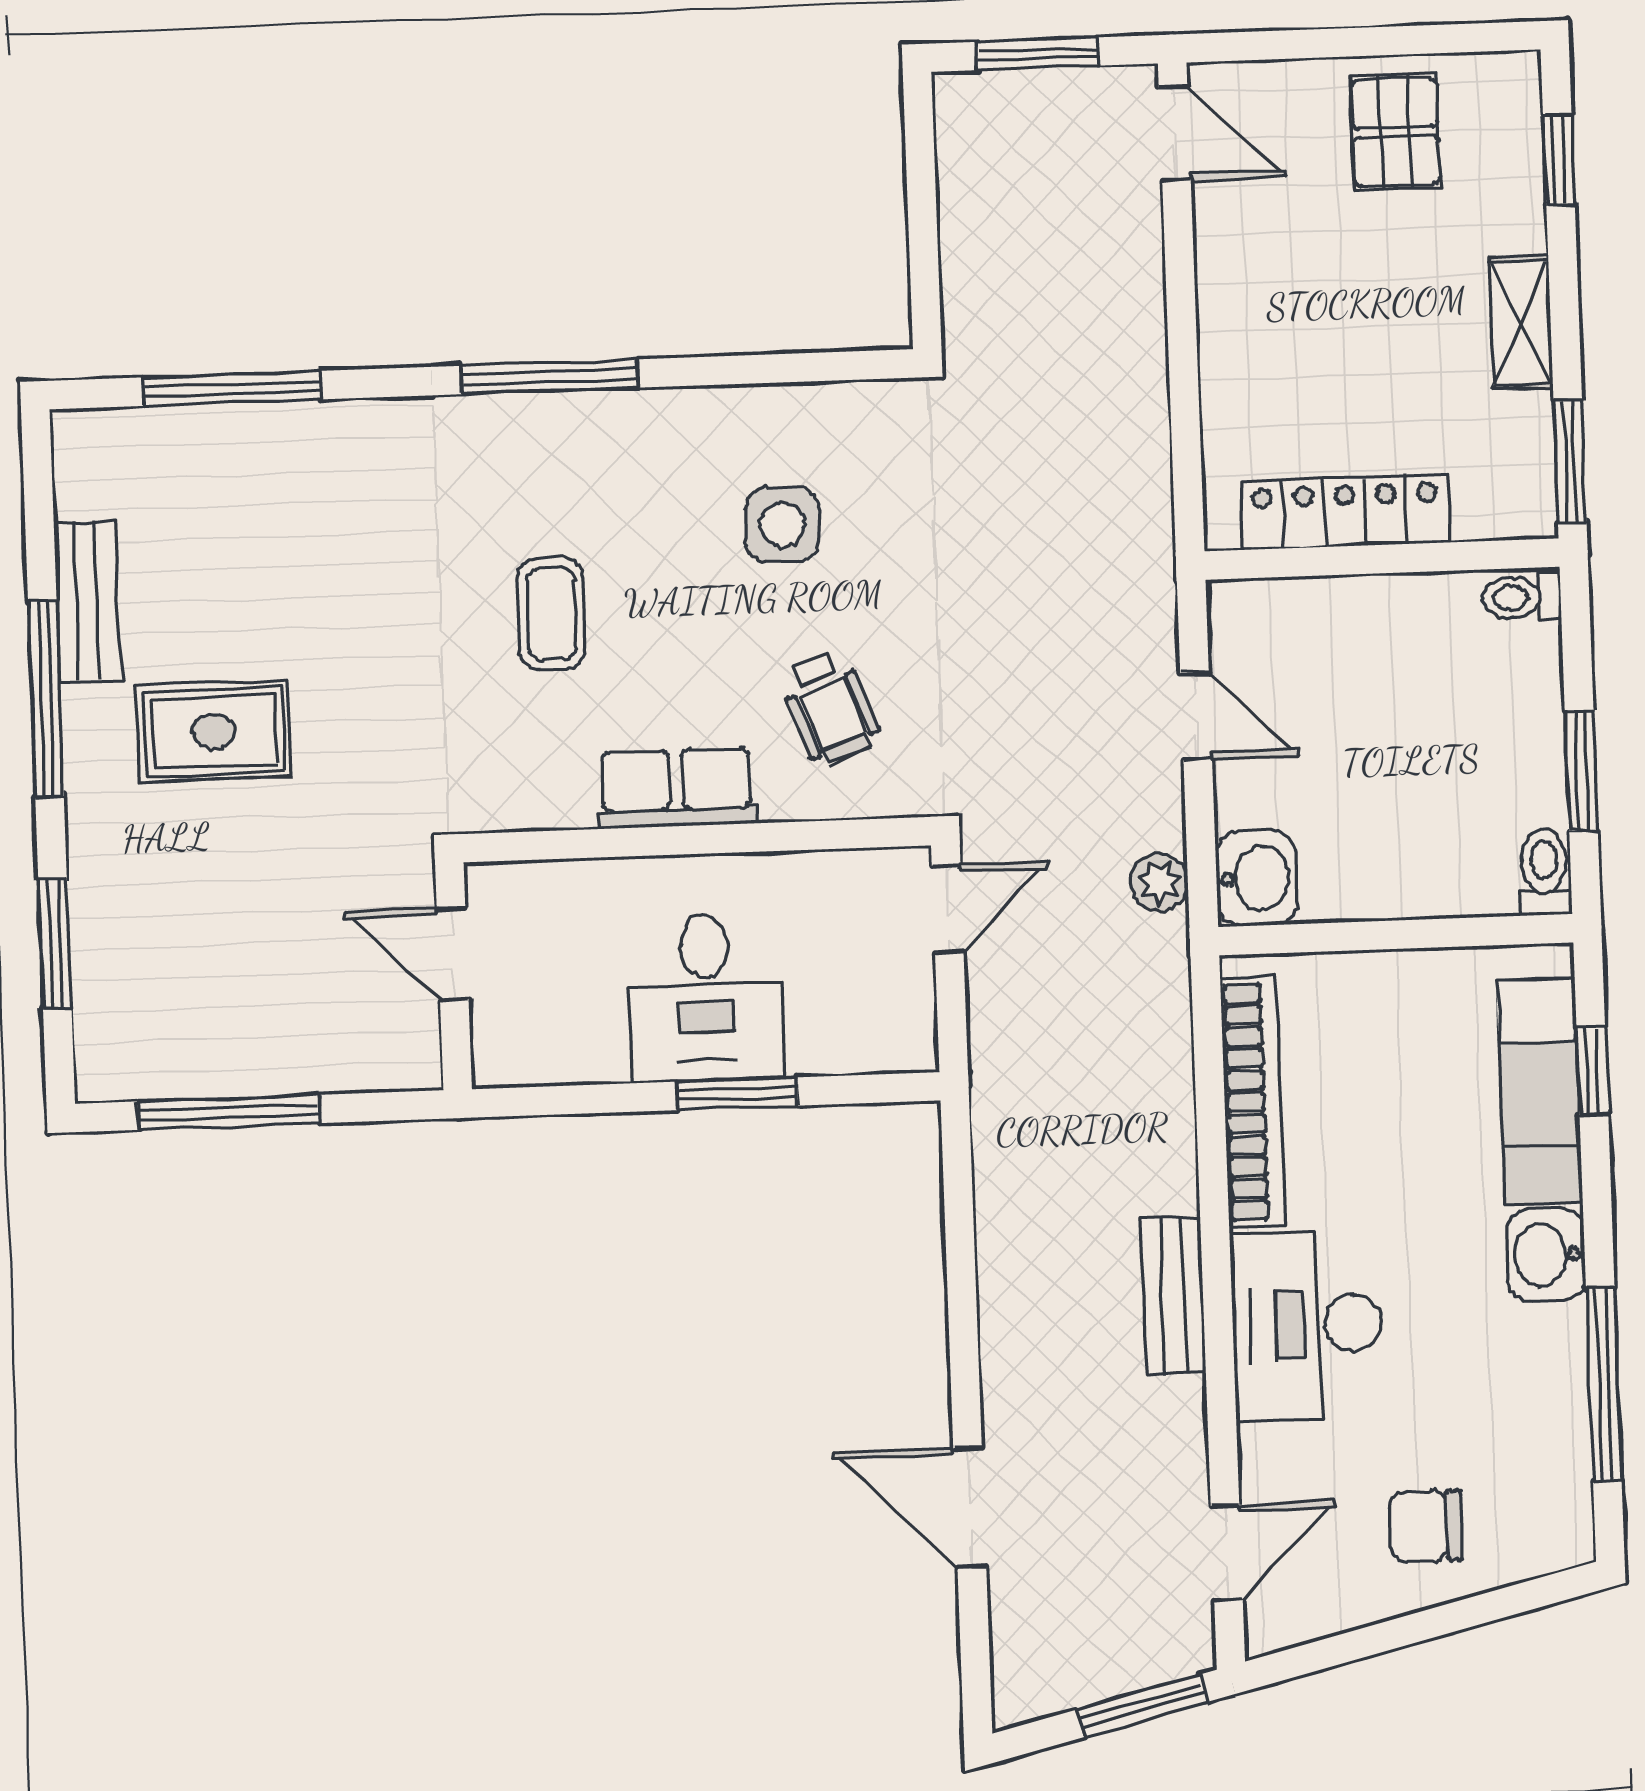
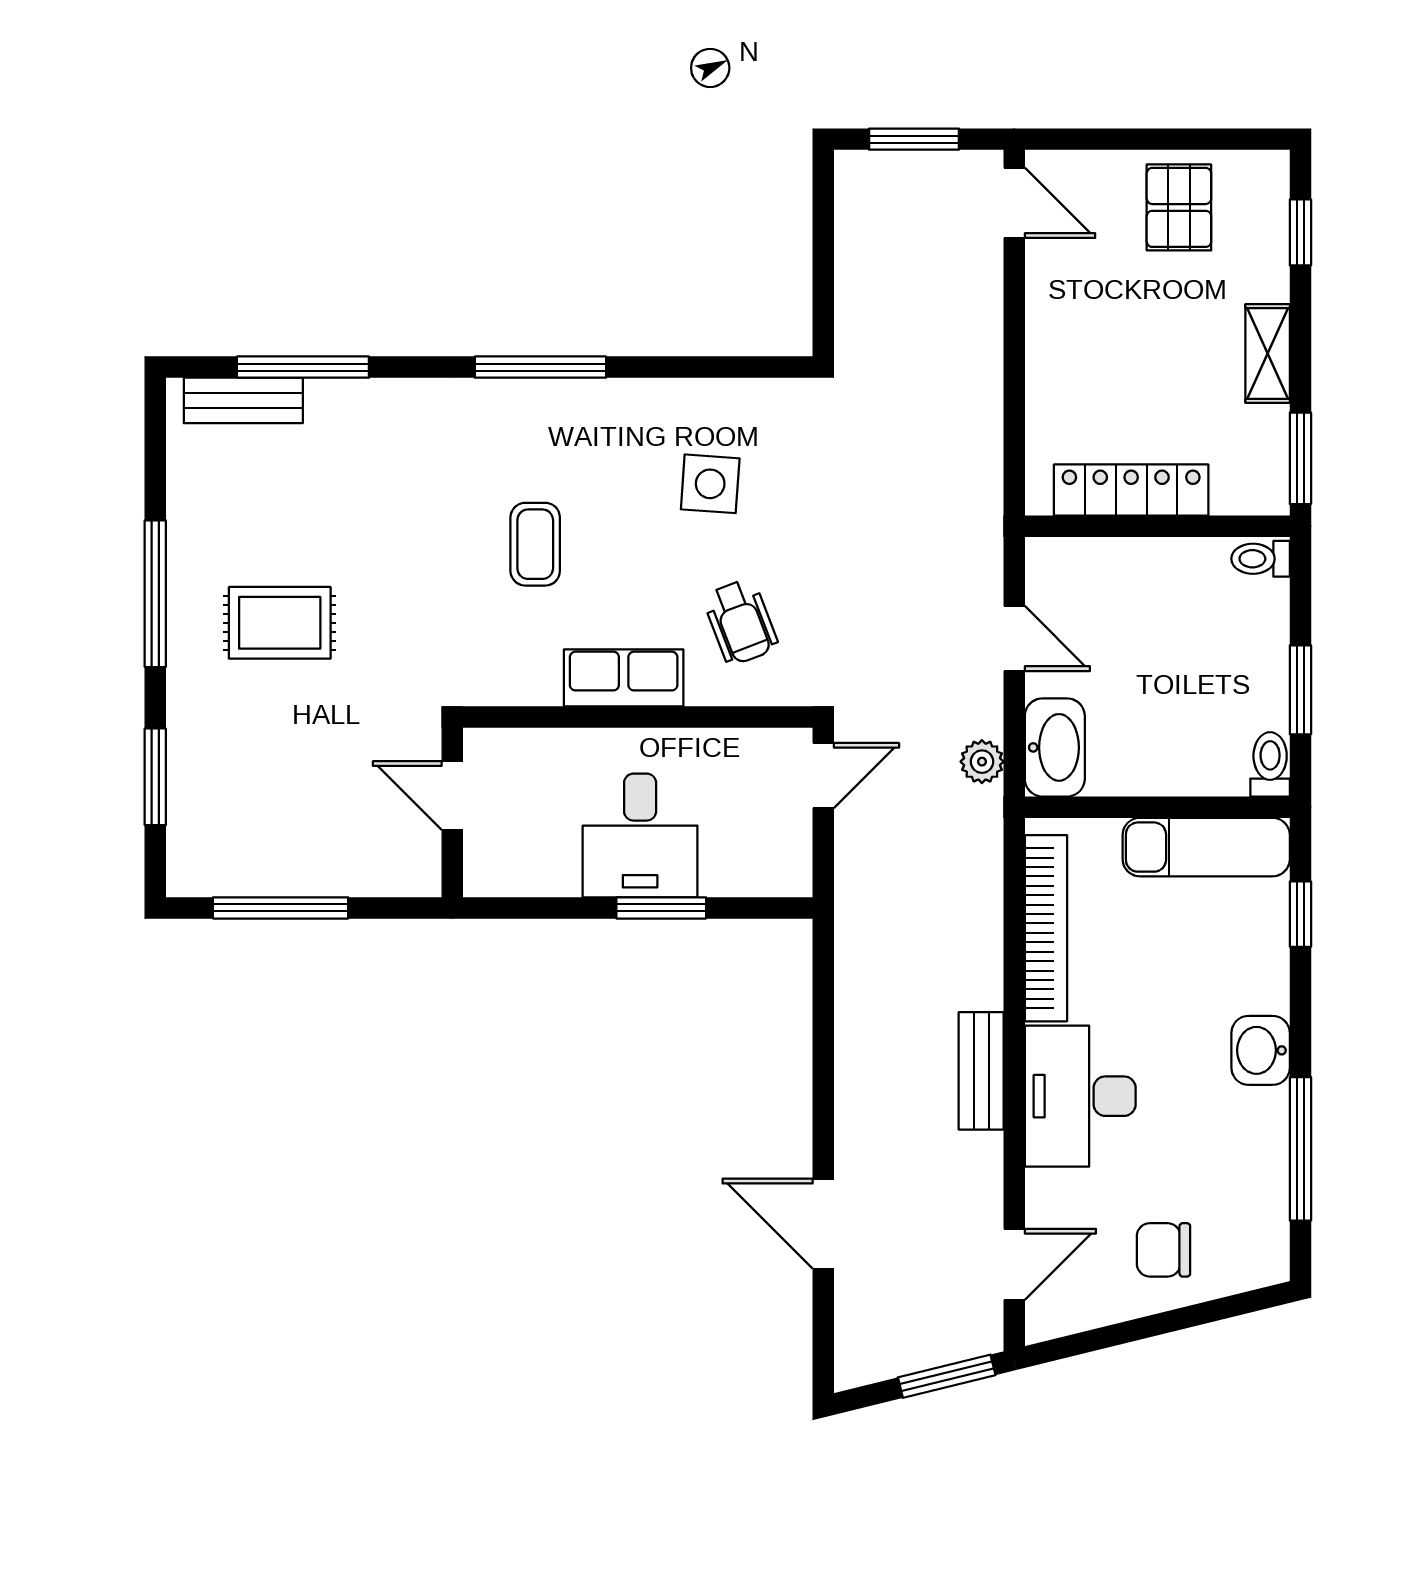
bench: (87, 602) -> (243, 400), moved, turned 90
washbasin: (1256, 878) -> (1055, 747), width x1.38
exam couch: (1540, 1091) -> (1206, 847), moved, turned -90

